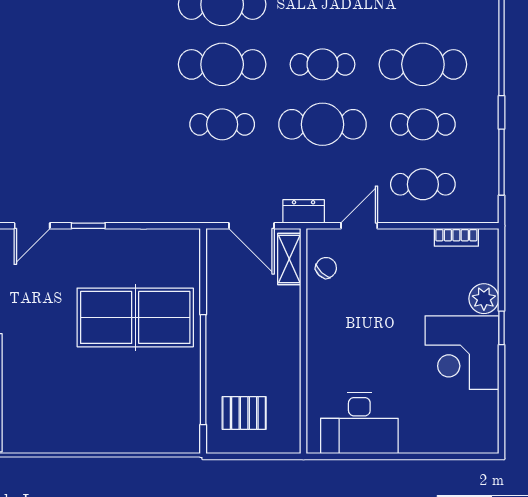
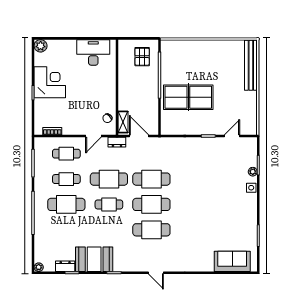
cafe table: (222, 124) -> (151, 179), width x1.37, depth x1.35
plant: (484, 299) -> (41, 46), moved
pallet: (244, 413) -> (142, 57), turned 90

